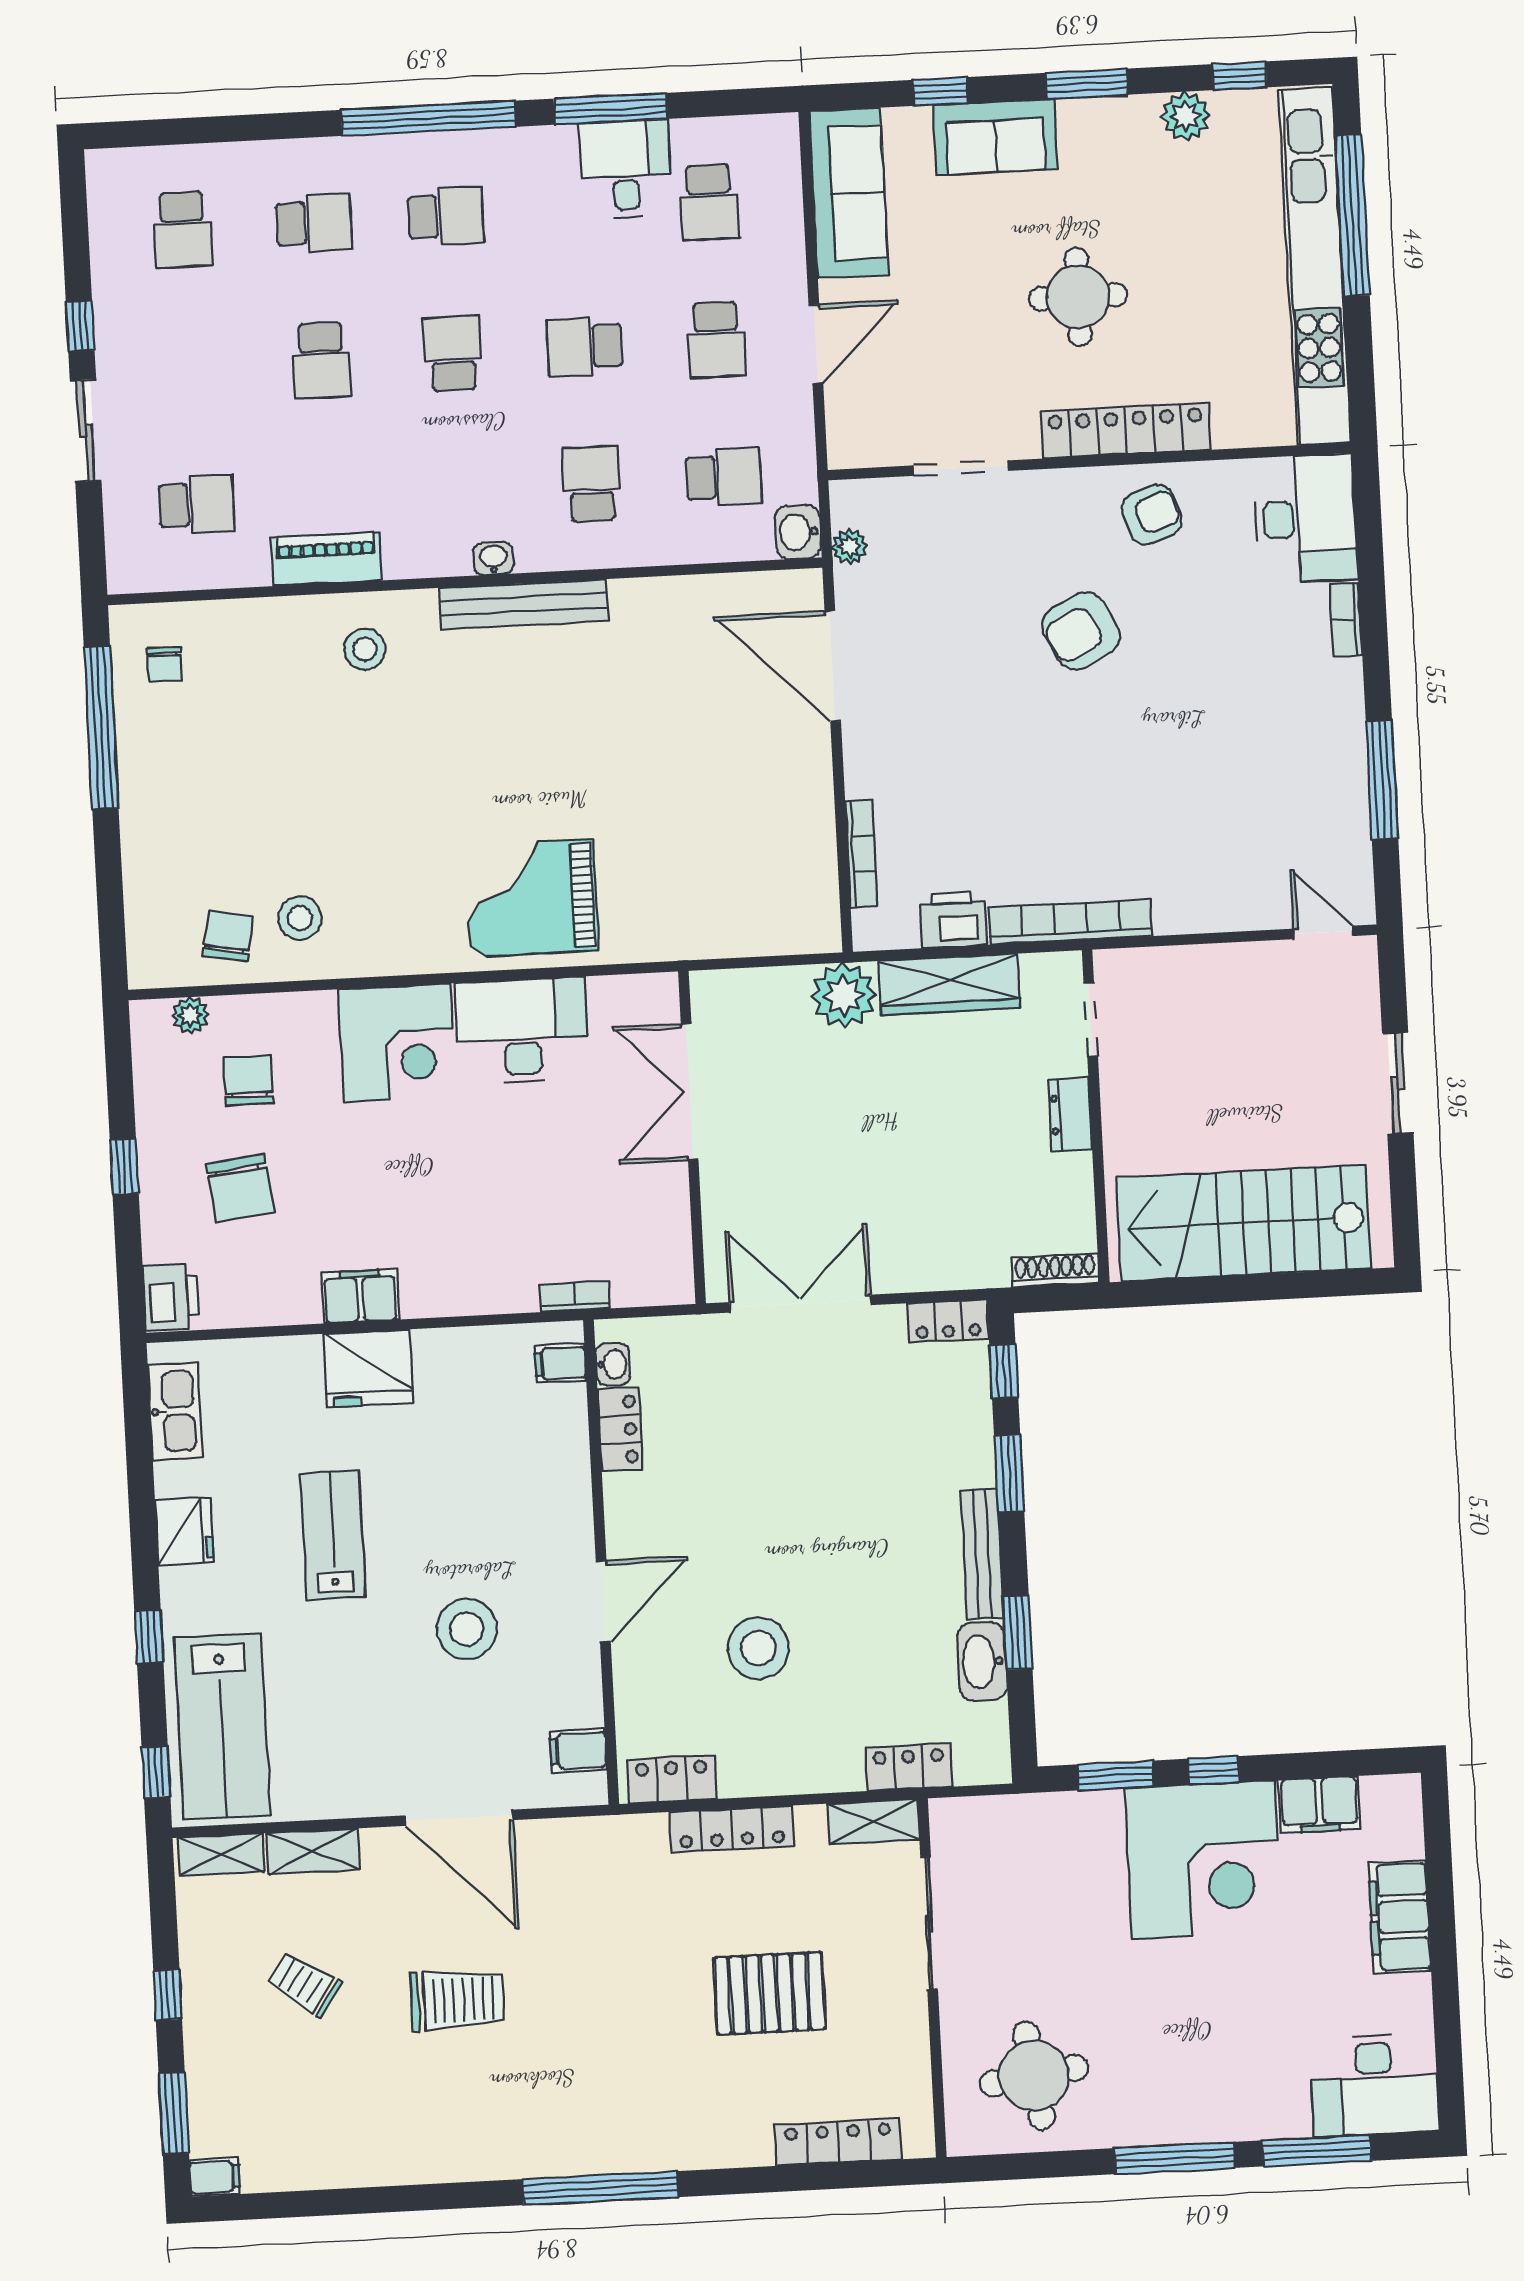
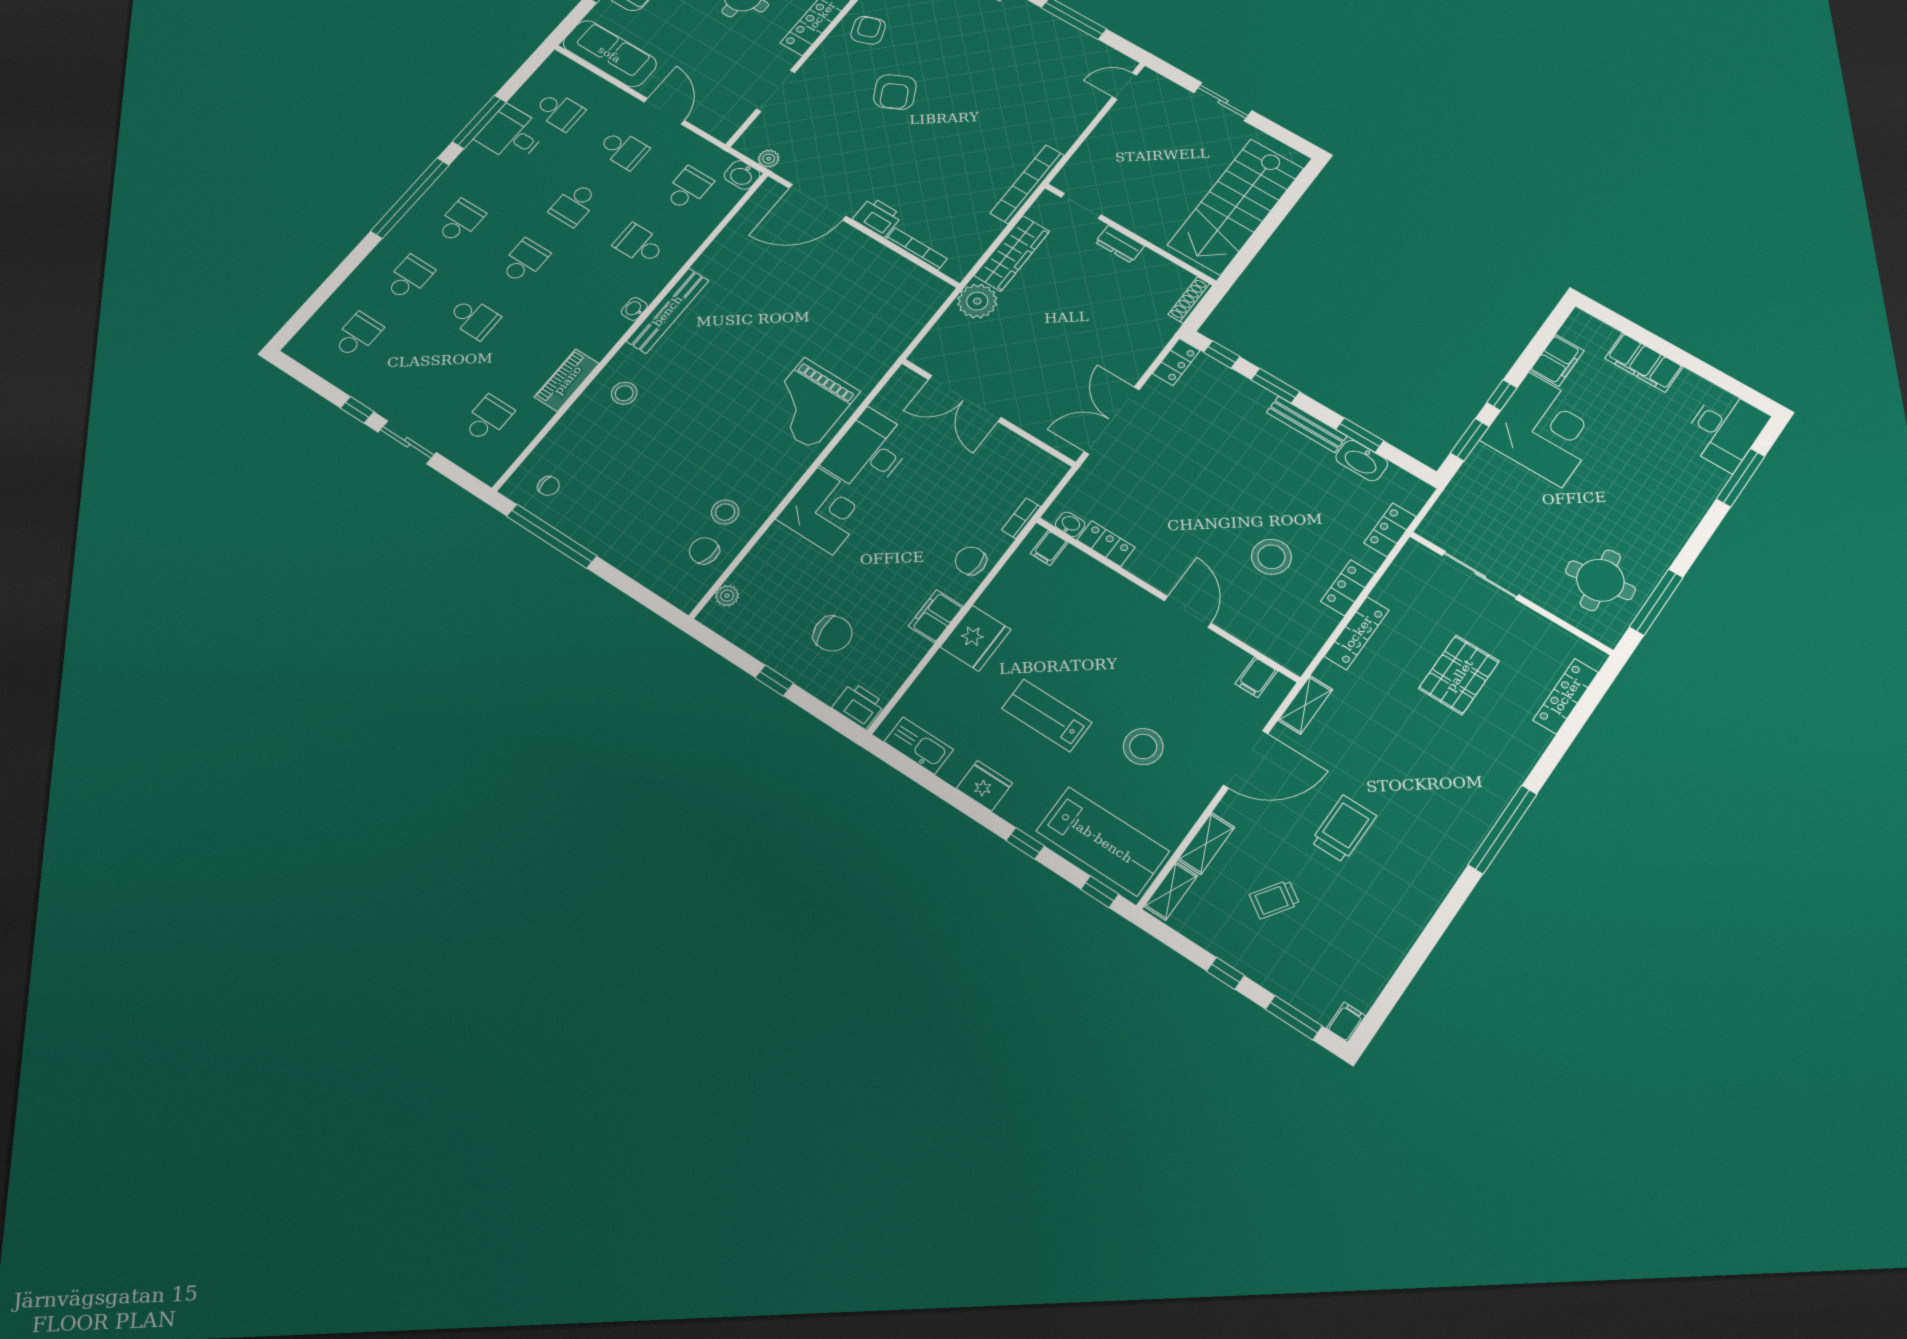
school desk: (182, 230) -> (357, 335), turned -90
school desk: (453, 353) -> (524, 261), turned 90
printer: (953, 920) -> (877, 217), moved, turned 90
chair: (248, 1080) -> (971, 561), moved
stool: (467, 1629) -> (1143, 747), moved
locker: (672, 1779) -> (1348, 588), moved
shelving: (873, 1822) -> (1305, 705), moved
window: (1175, 2158) -> (1656, 602), moved

